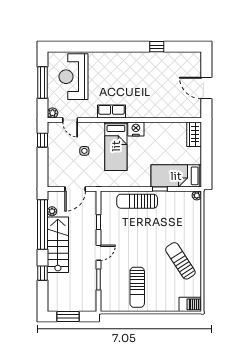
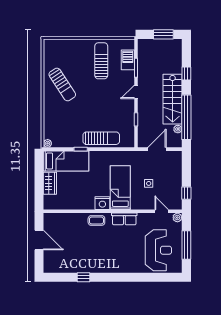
coffee table: (142, 110) -> (96, 220), added
wardrobe: (194, 134) -> (50, 183), moved
barbecue: (190, 304) -> (128, 60), moved, turned 90

